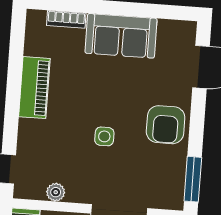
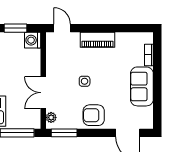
piano: (34, 88) -> (97, 40), moved
plant: (56, 192) -> (51, 117), moved

